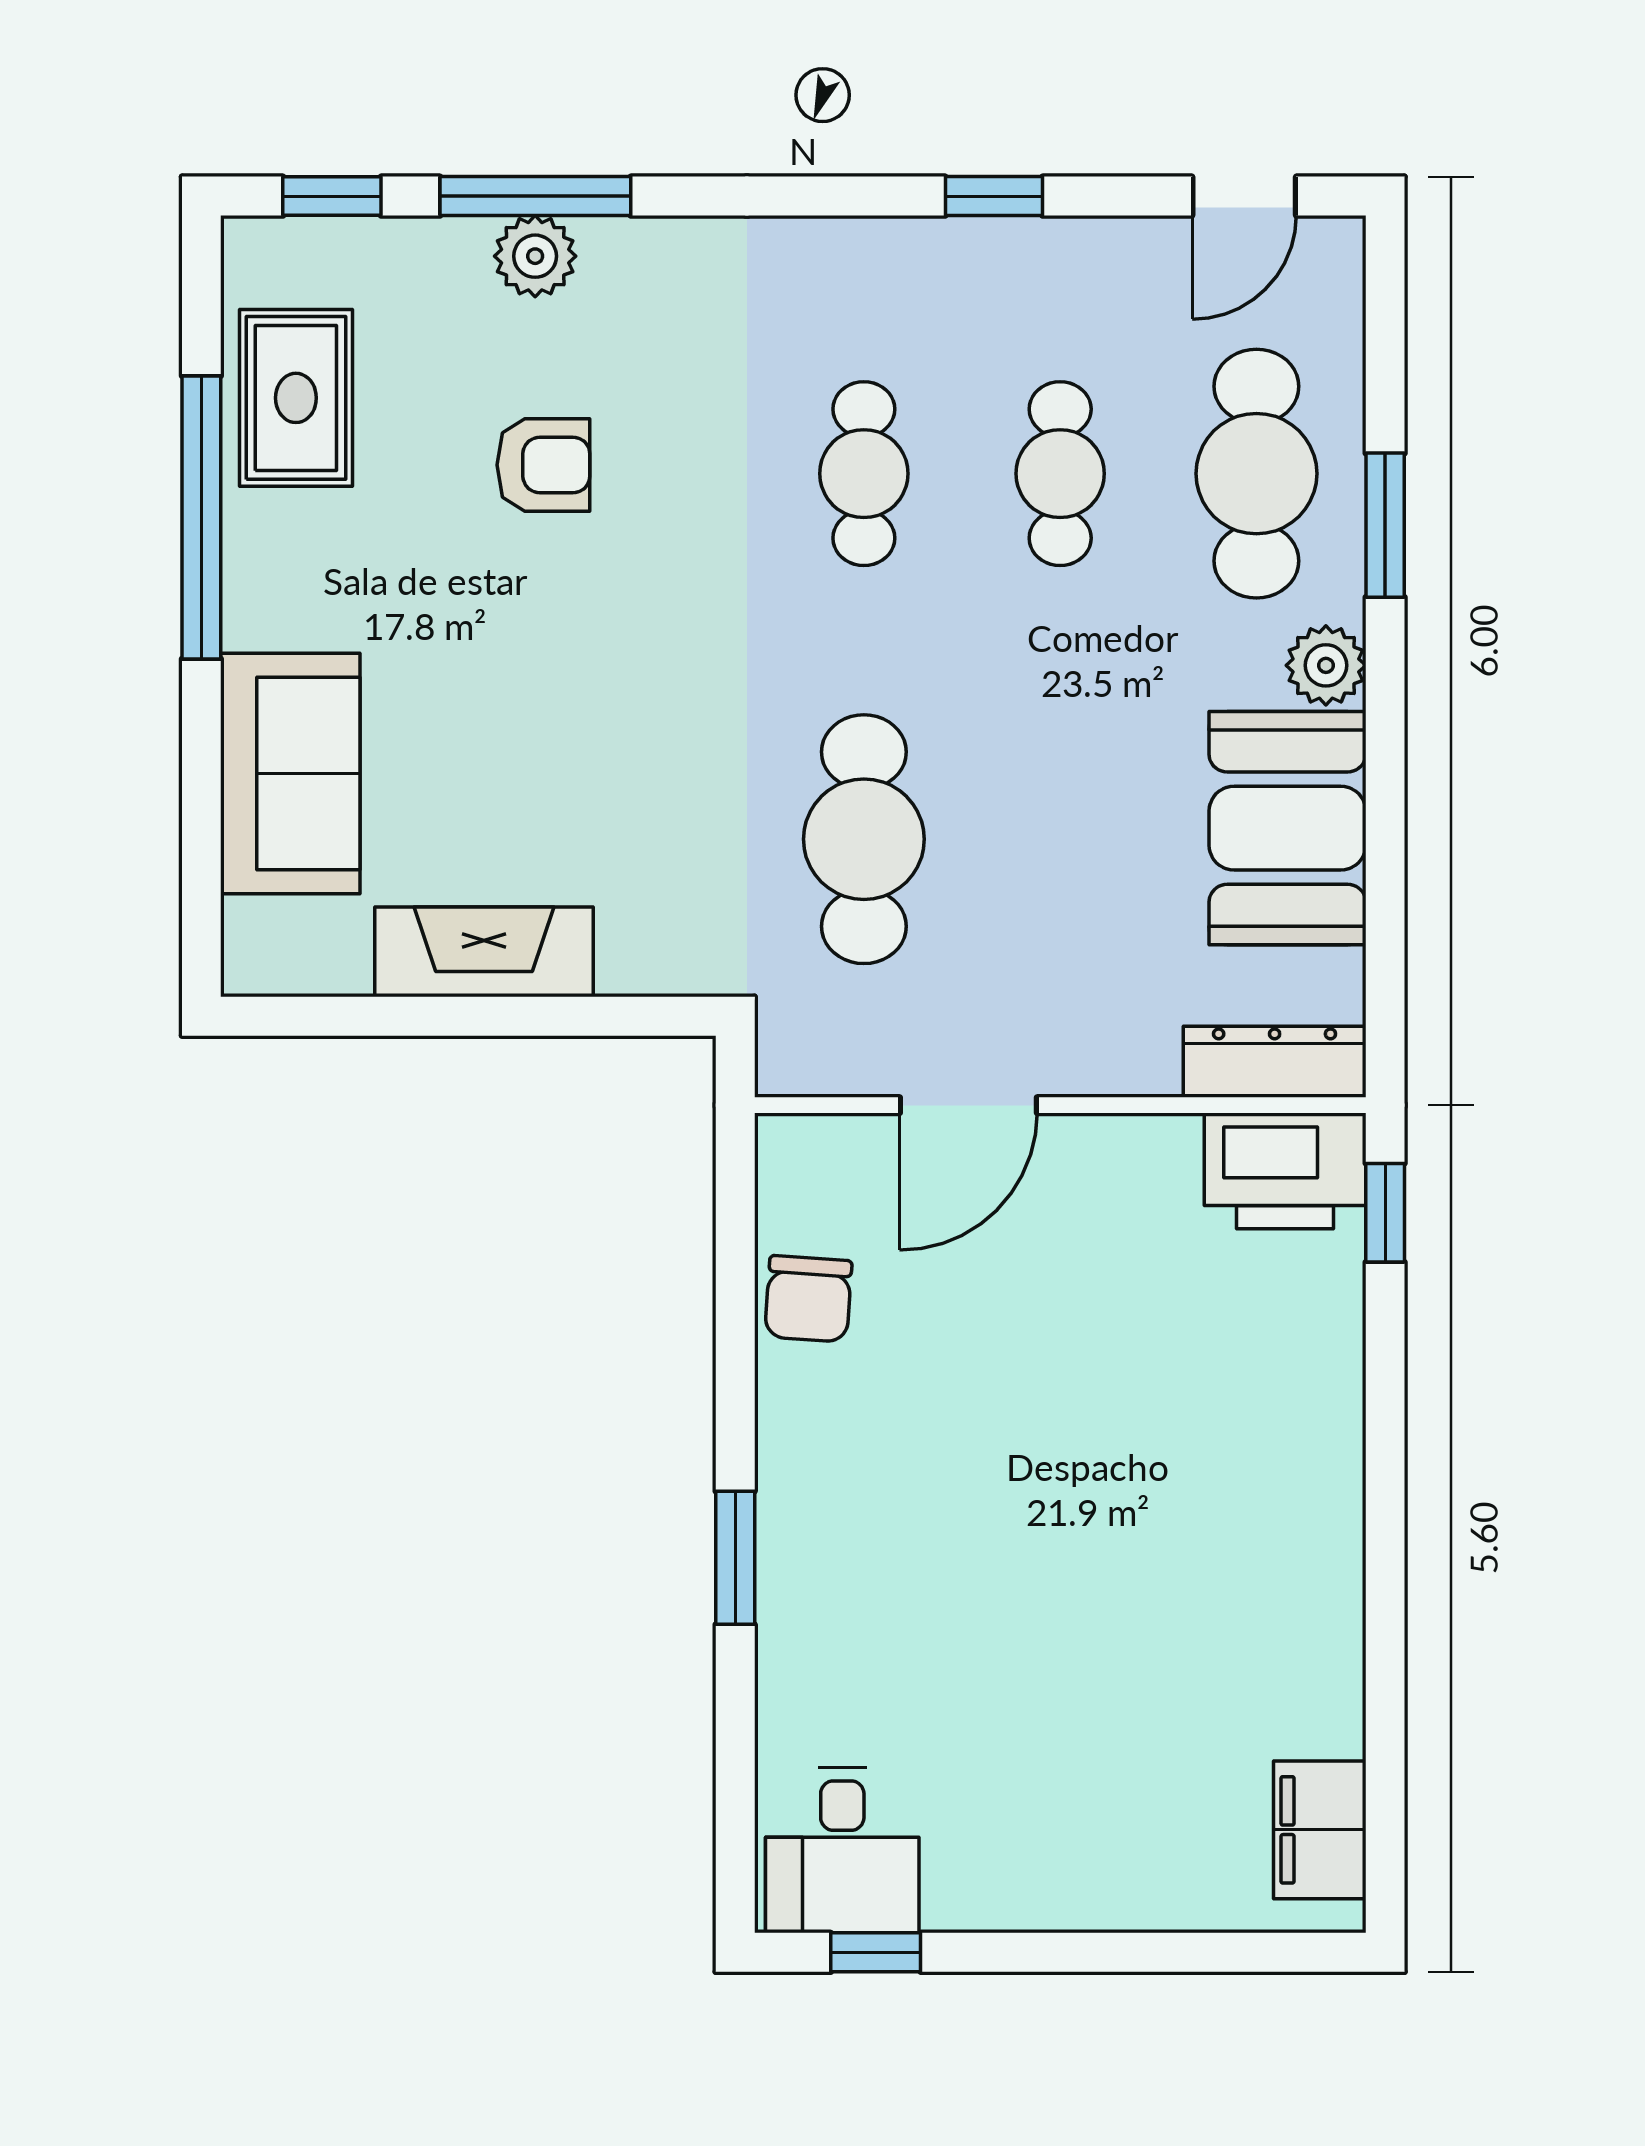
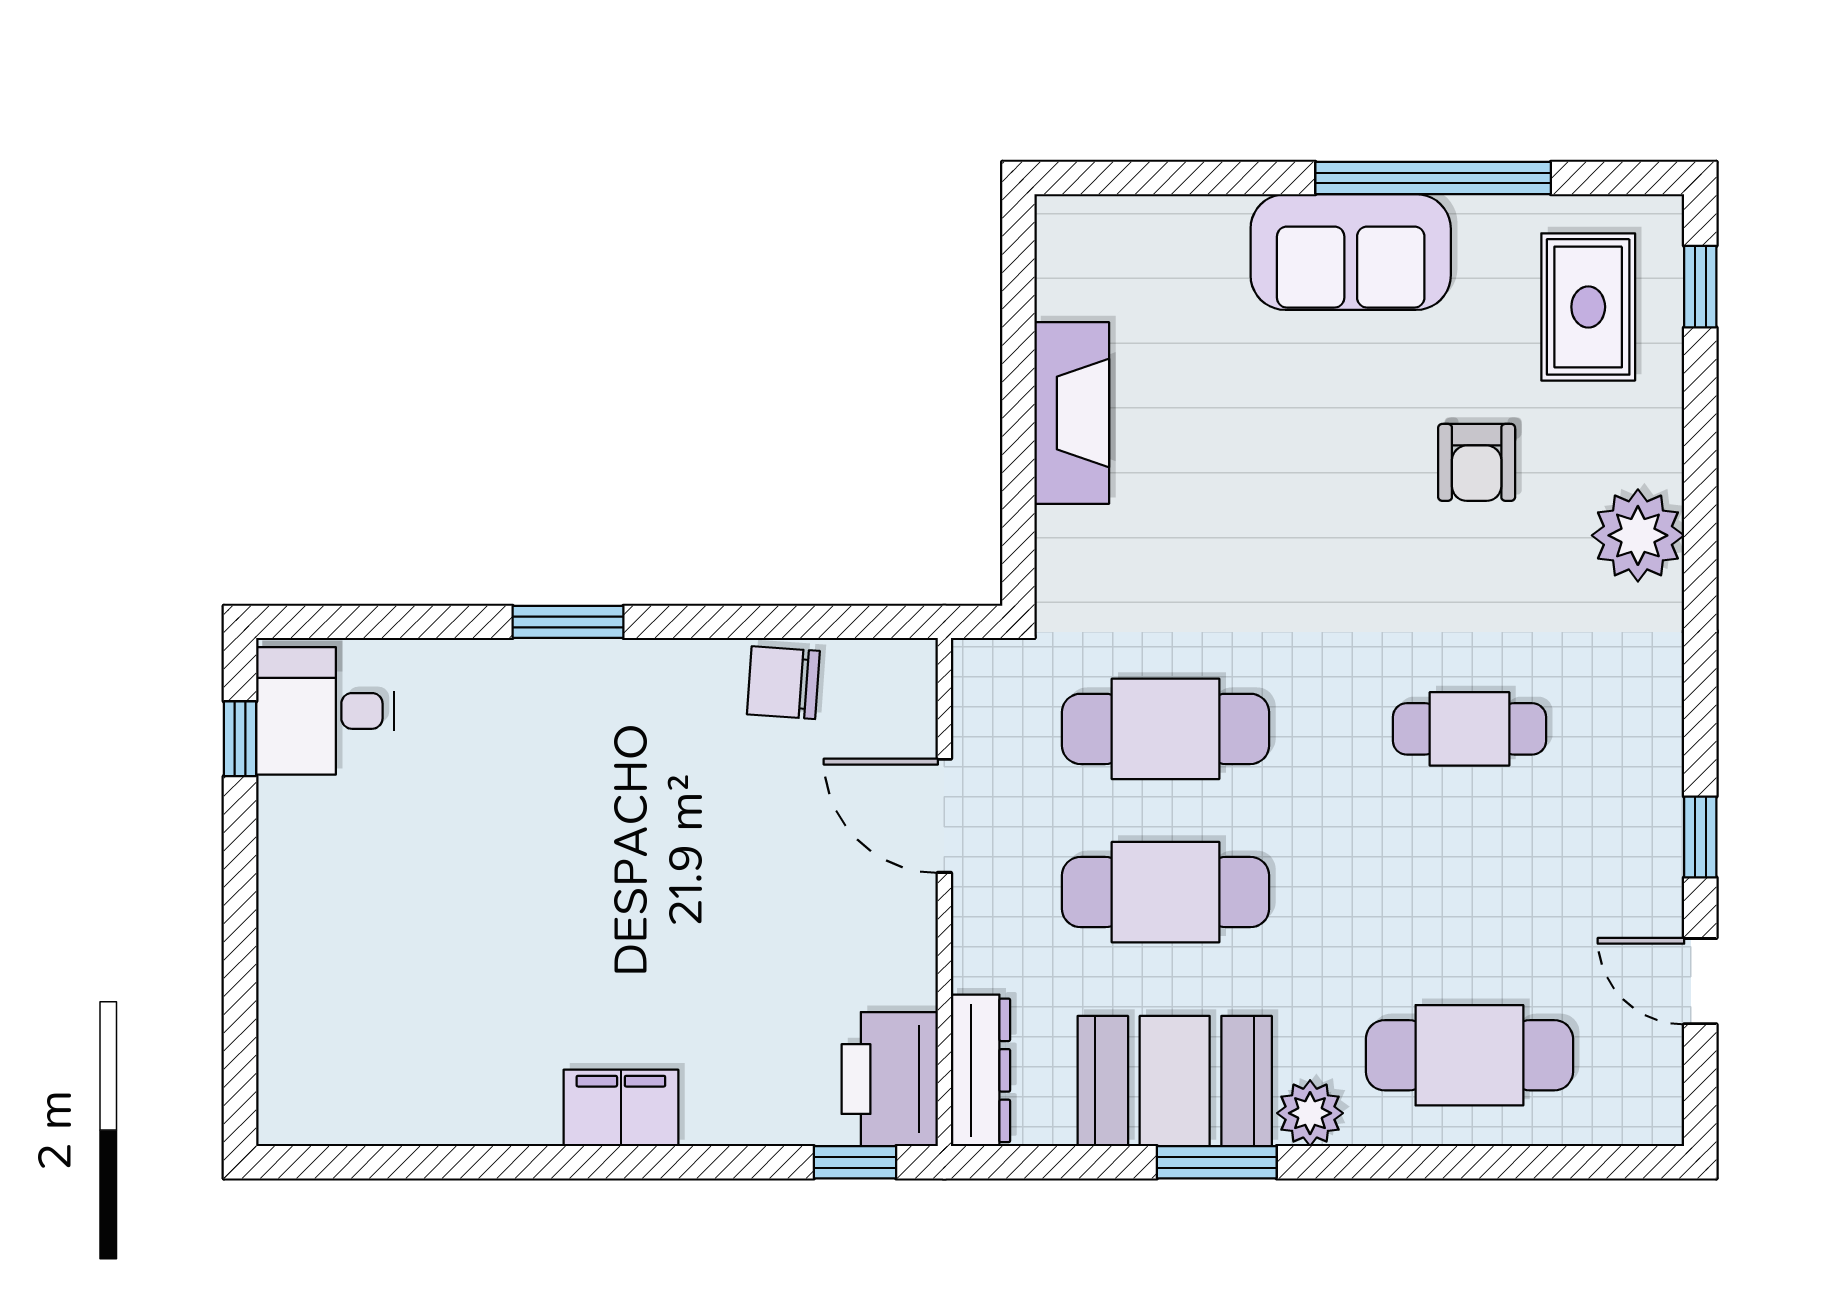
window: (535, 196) -> (1700, 456), removed
door: (1244, 196) -> (1700, 981), moved
plant: (535, 256) -> (1638, 535), moved, width x1.36, depth x1.36
rug: (296, 398) -> (1588, 307), moved, turned 90
cafe table: (1060, 474) -> (1166, 892), moved, width x1.37, depth x1.35
window: (1385, 525) -> (1217, 1162), moved
sofa: (290, 773) -> (1351, 252), moved
filing cabinet: (1320, 1830) -> (621, 1108), moved

